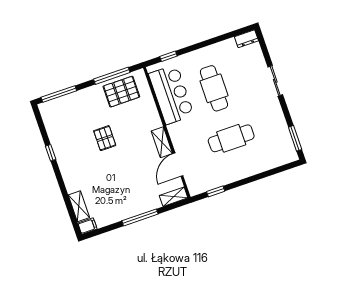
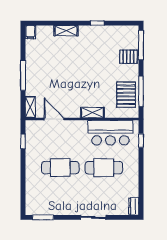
pallet: (105, 138) -> (128, 57), moved
cafe table: (231, 138) -> (60, 168), turned 90
shelving: (162, 142) -> (92, 113), moved
shelving: (79, 206) -> (66, 31), moved

